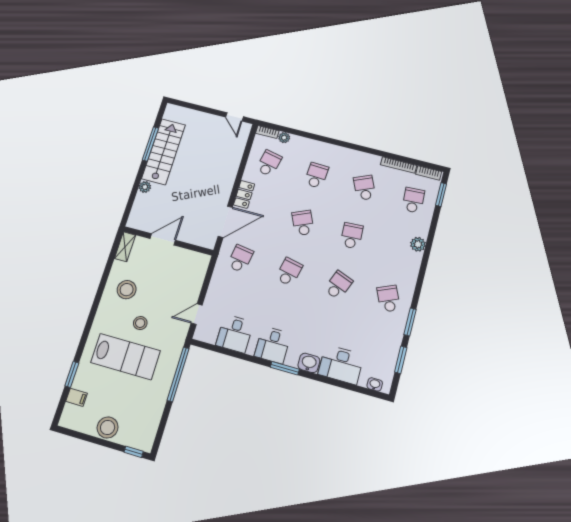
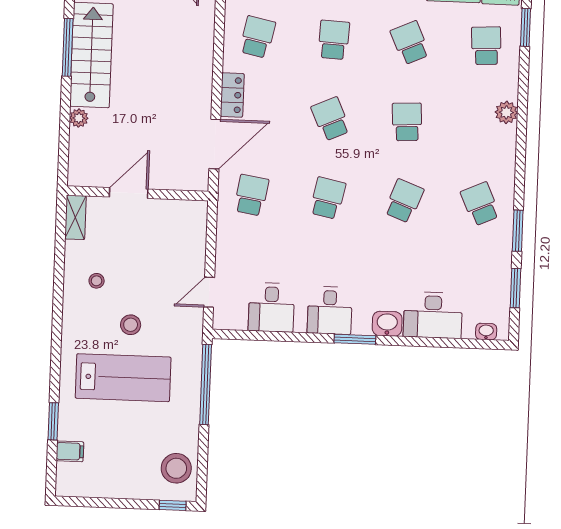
stool: (127, 290) -> (97, 281), width x0.53, depth x0.53
stool: (108, 427) -> (176, 468), moved

